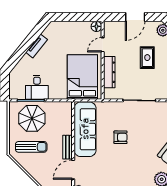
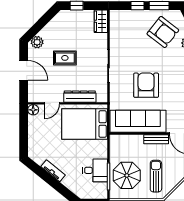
door: (103, 45) -> (52, 103), hinge flipped
armchair: (121, 137) -> (146, 85), width x1.88, depth x1.88

